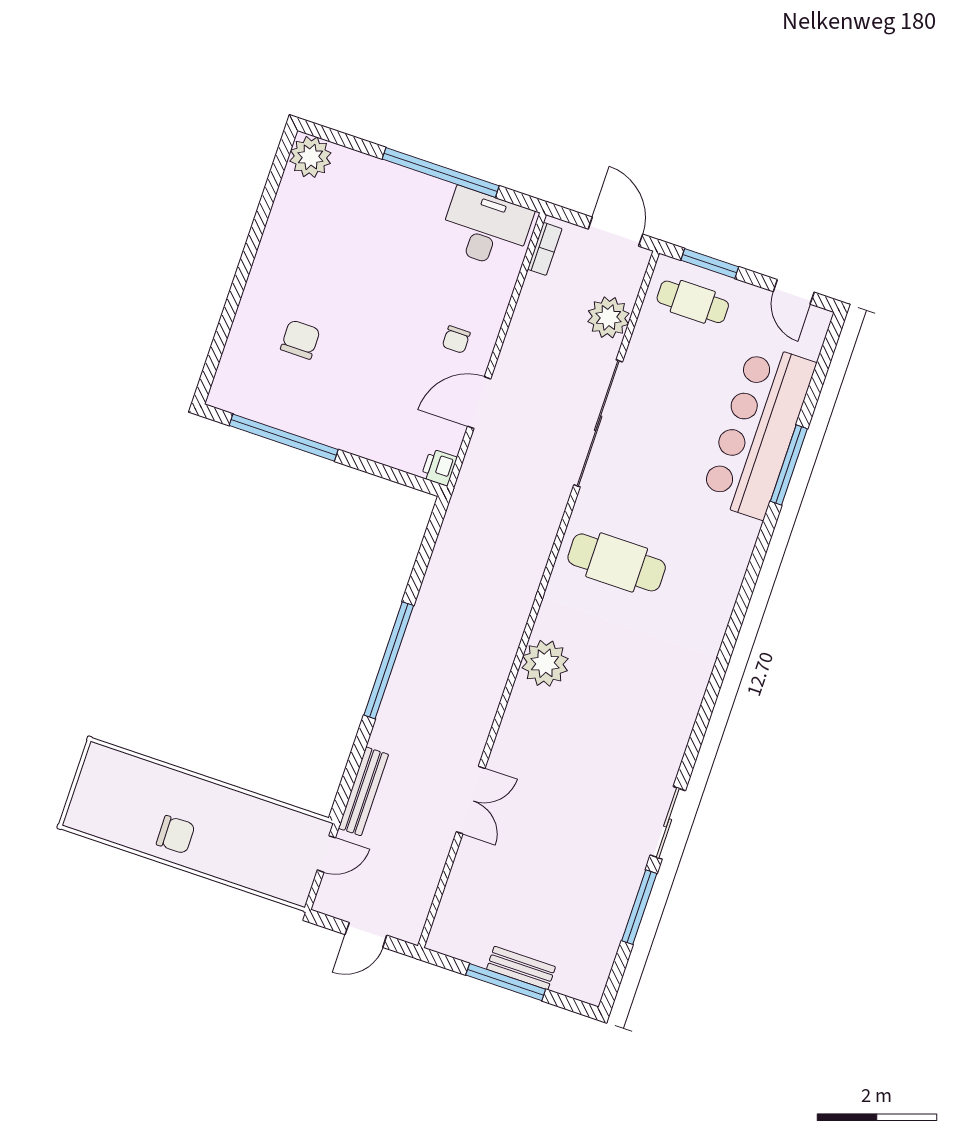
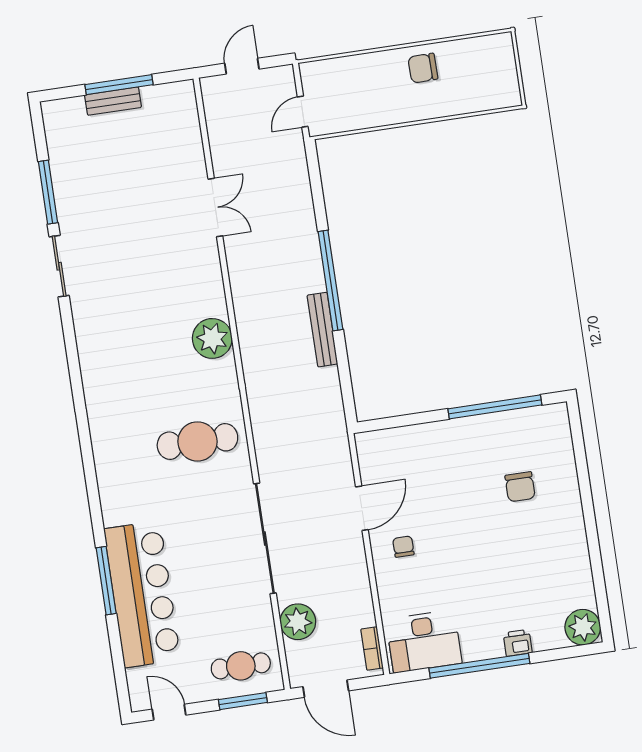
printer: (439, 467) -> (518, 643), moved, turned -90
bench: (363, 791) -> (322, 330), moved
double door: (471, 800) -> (215, 207), swing flipped

